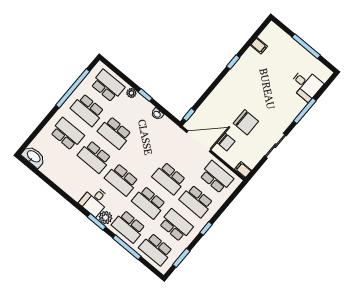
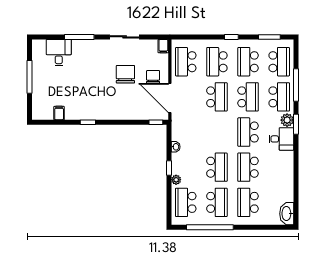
school desk: (94, 157) -> (248, 167), turned 180
school desk: (122, 180) -> (248, 132), turned 180
school desk: (196, 201) -> (217, 62), turned 180

